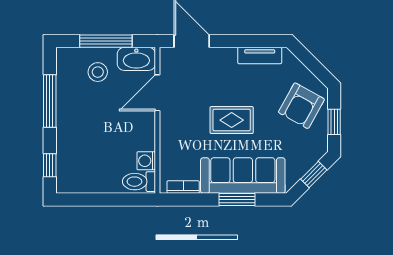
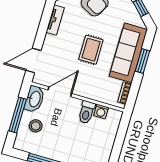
door: (157, 93) -> (60, 92), swing flipped
toilet: (139, 182) -> (87, 112), moved

